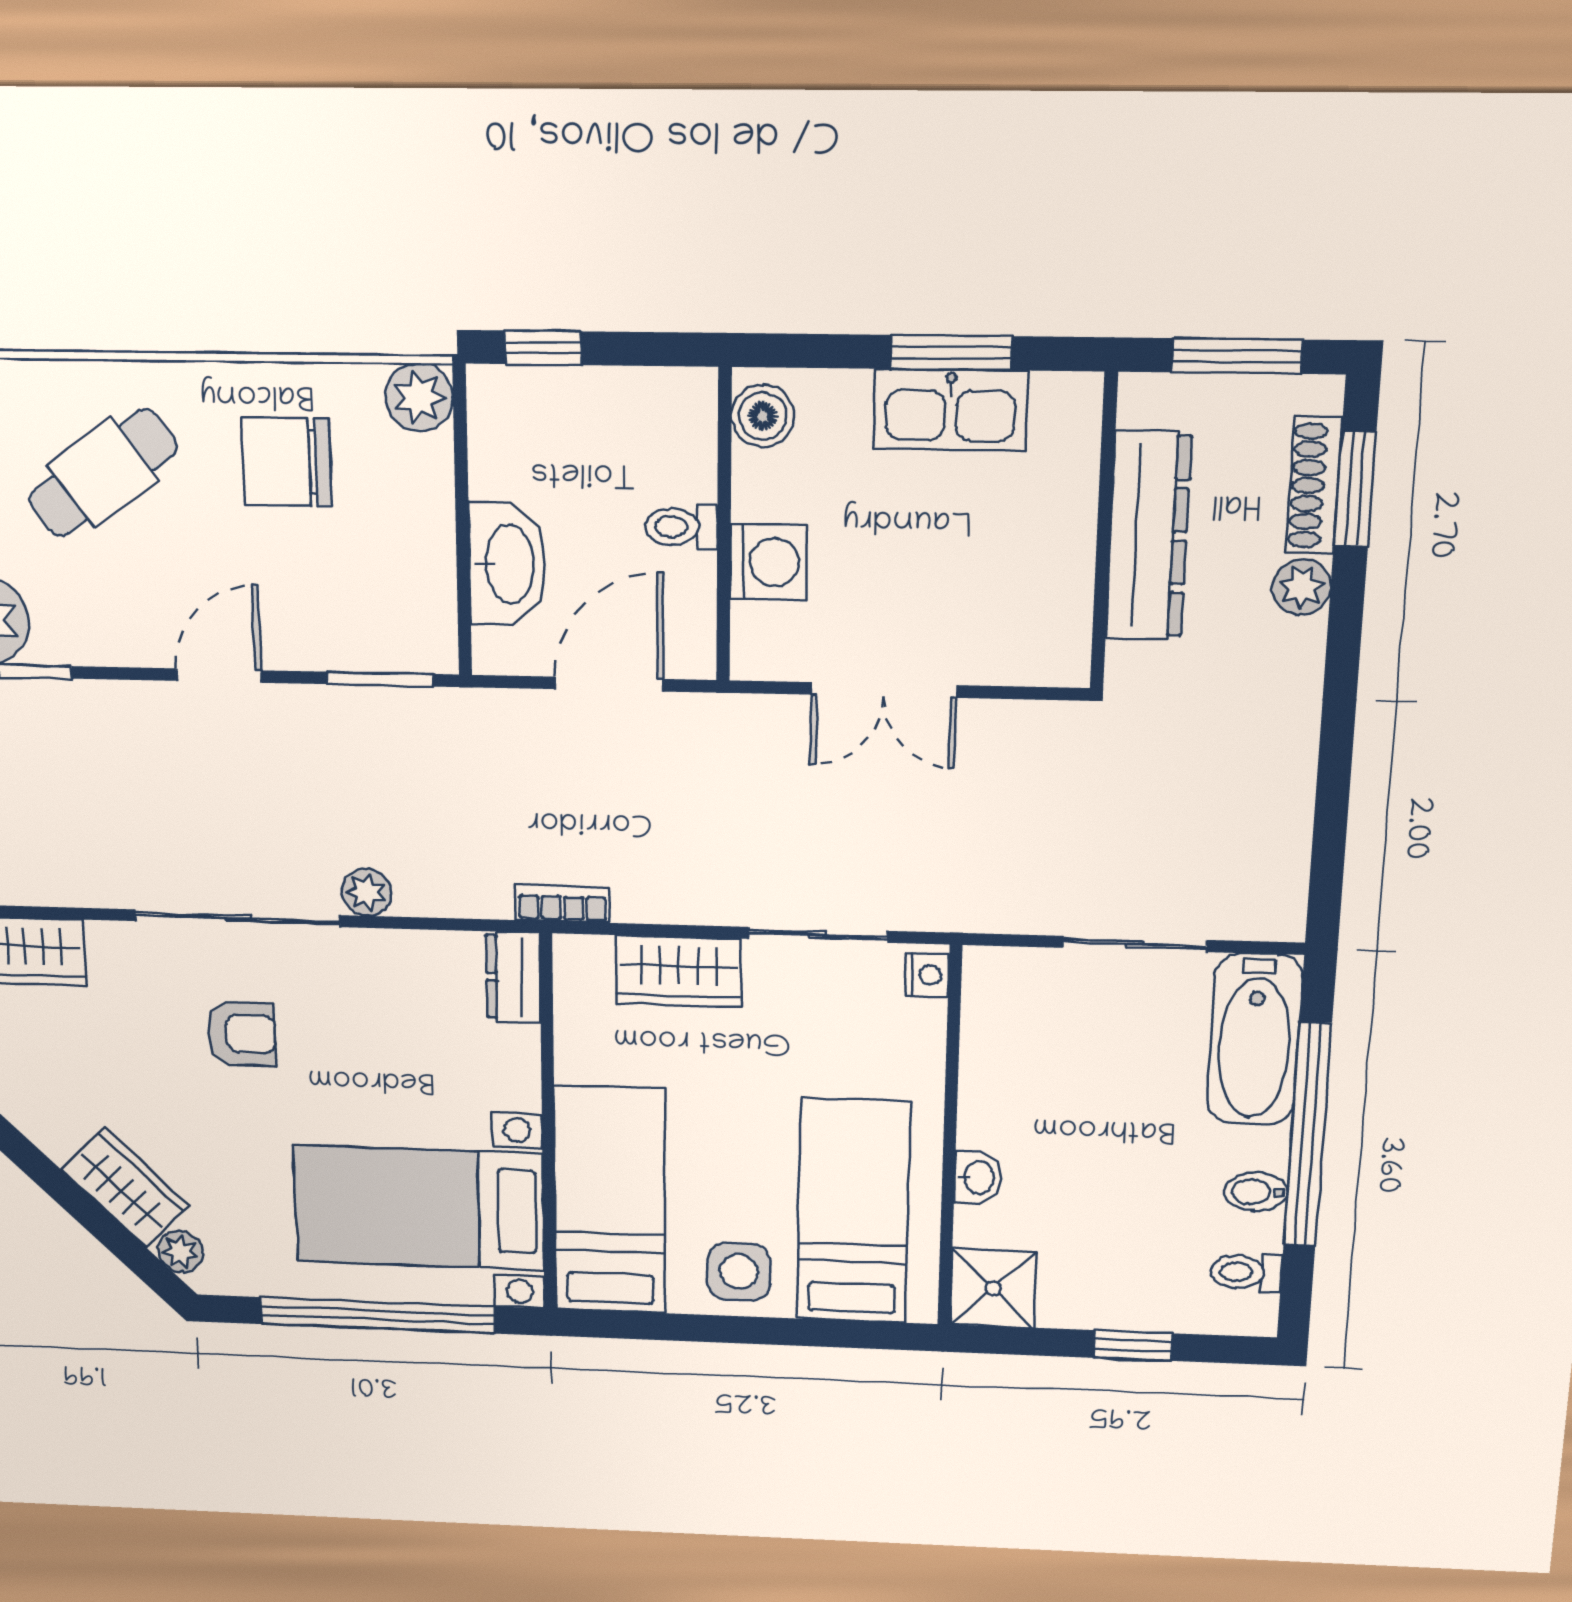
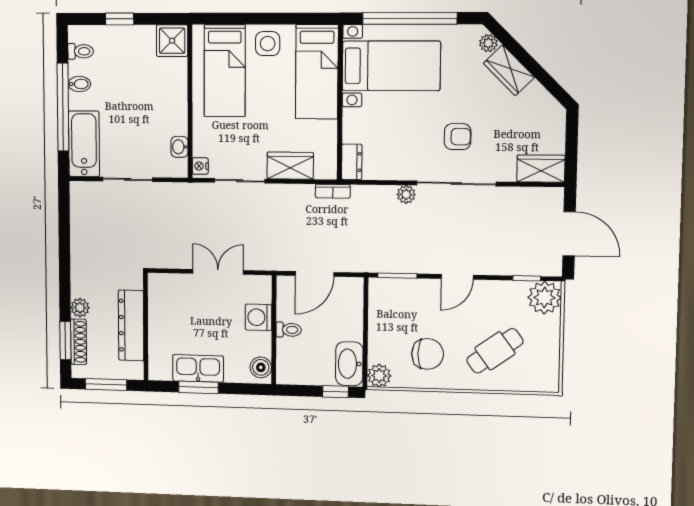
washbasin: (508, 564) -> (349, 364), moved
armchair: (241, 1034) -> (458, 137), turned 180
washbasin: (978, 1178) -> (179, 147), moved

